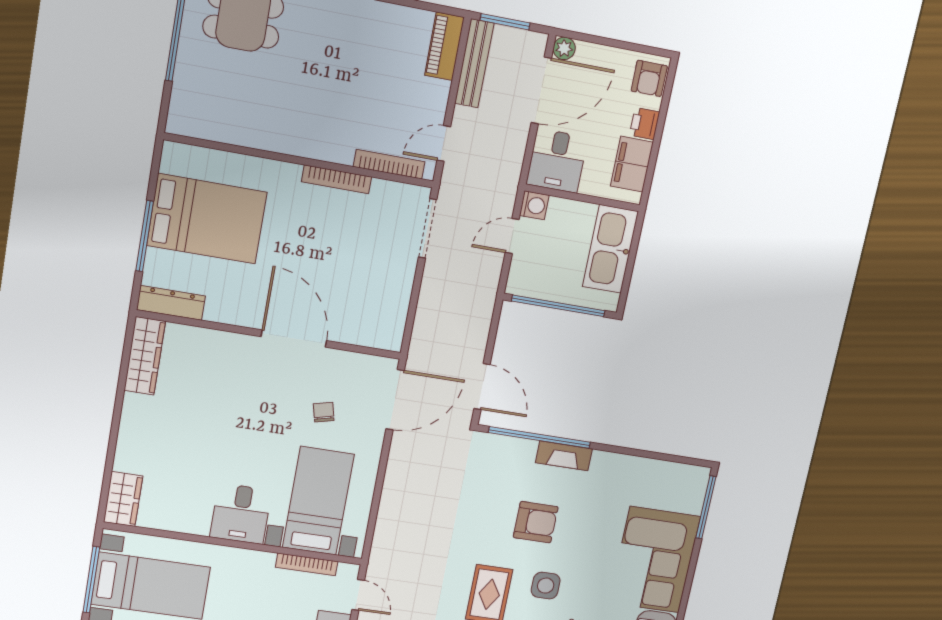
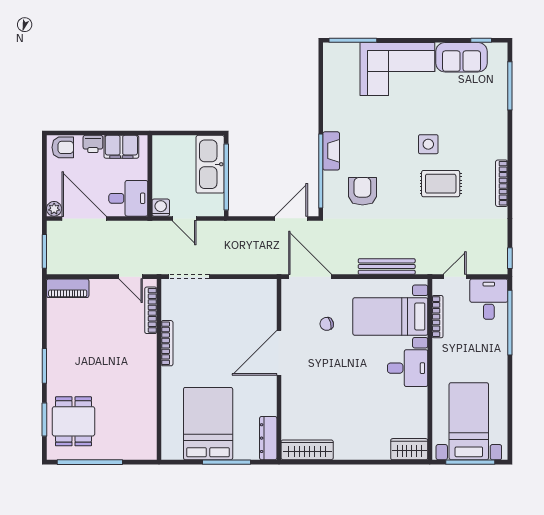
bench: (474, 63) -> (387, 267), moved
kitchen sink: (610, 249) -> (210, 164), moved, turned 90
armchair: (536, 522) -> (362, 191), moved

